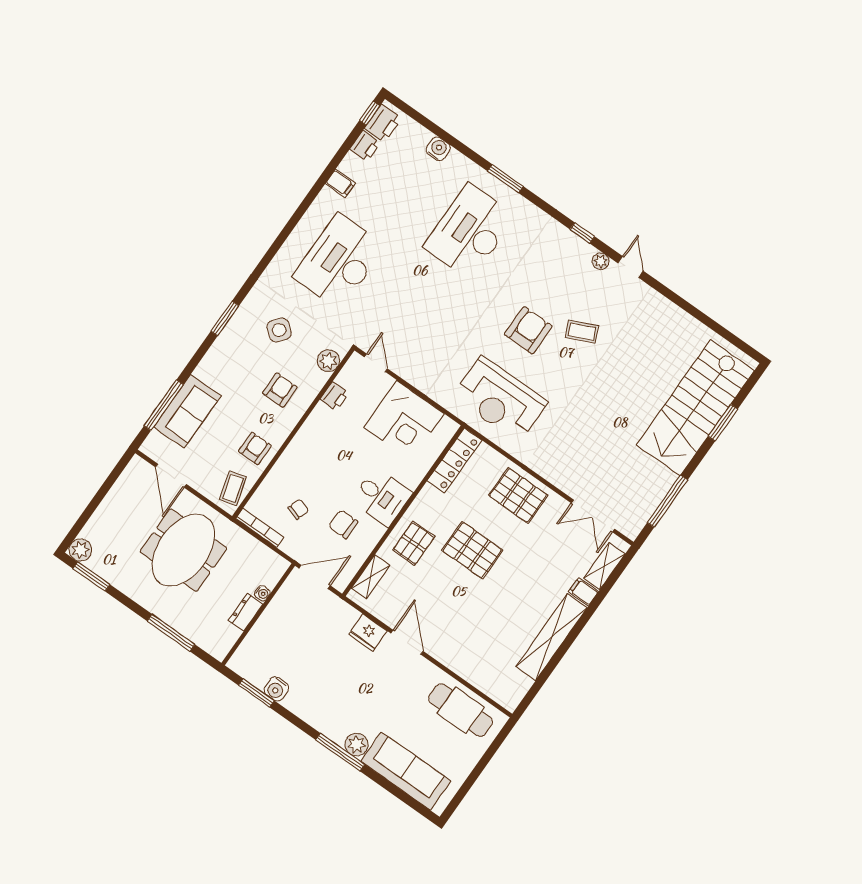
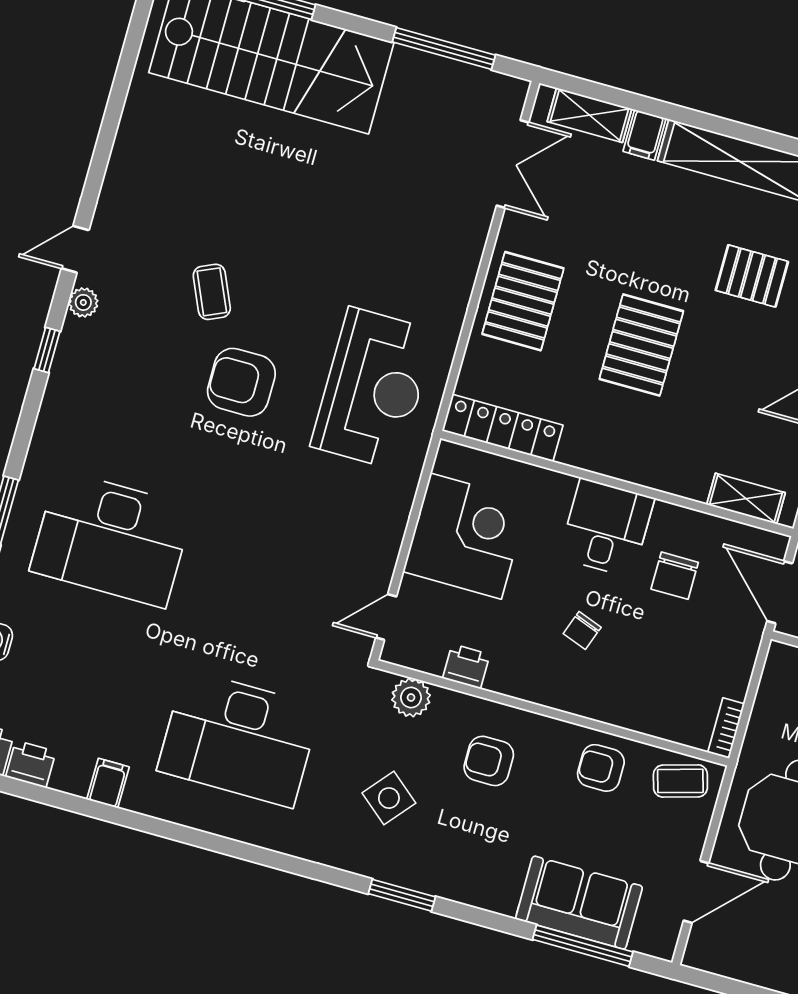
chair: (298, 509) -> (582, 630), moved, turned -88
bookcase: (260, 528) -> (726, 728), width x0.64
pallet: (414, 543) -> (752, 276), moved

